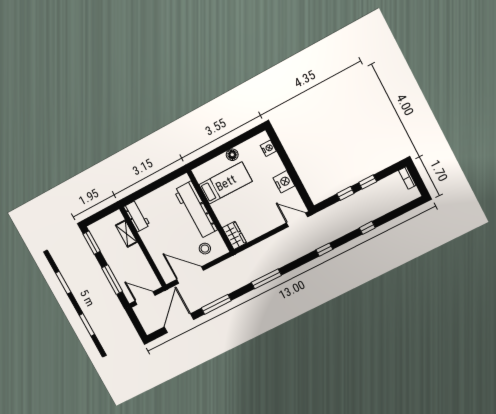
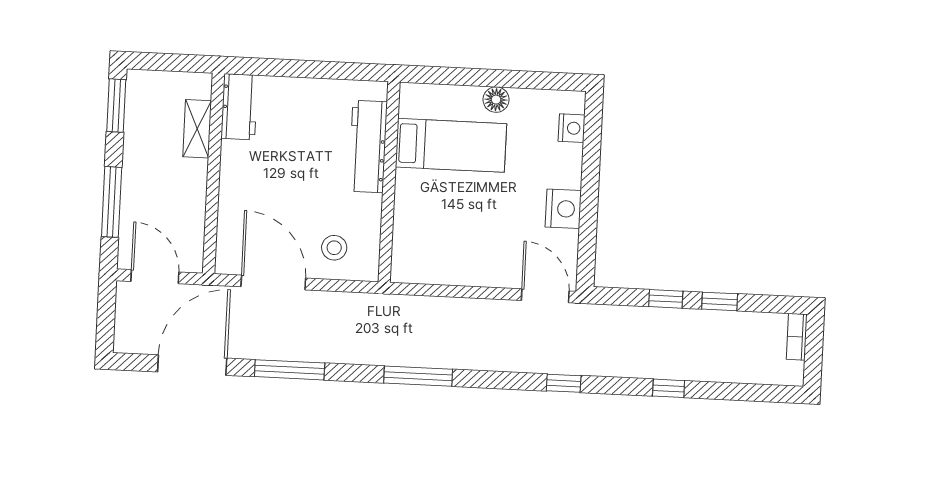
workbench: (196, 210) -> (368, 146), width x0.73, depth x0.76
wardrobe: (234, 235) -> (407, 256), removed

